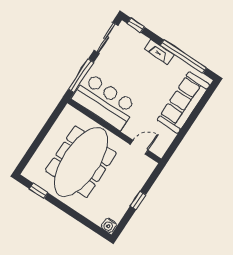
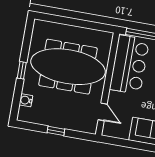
window: (39, 191) -> (22, 70), moved
water cooler: (109, 225) -> (26, 100), moved

